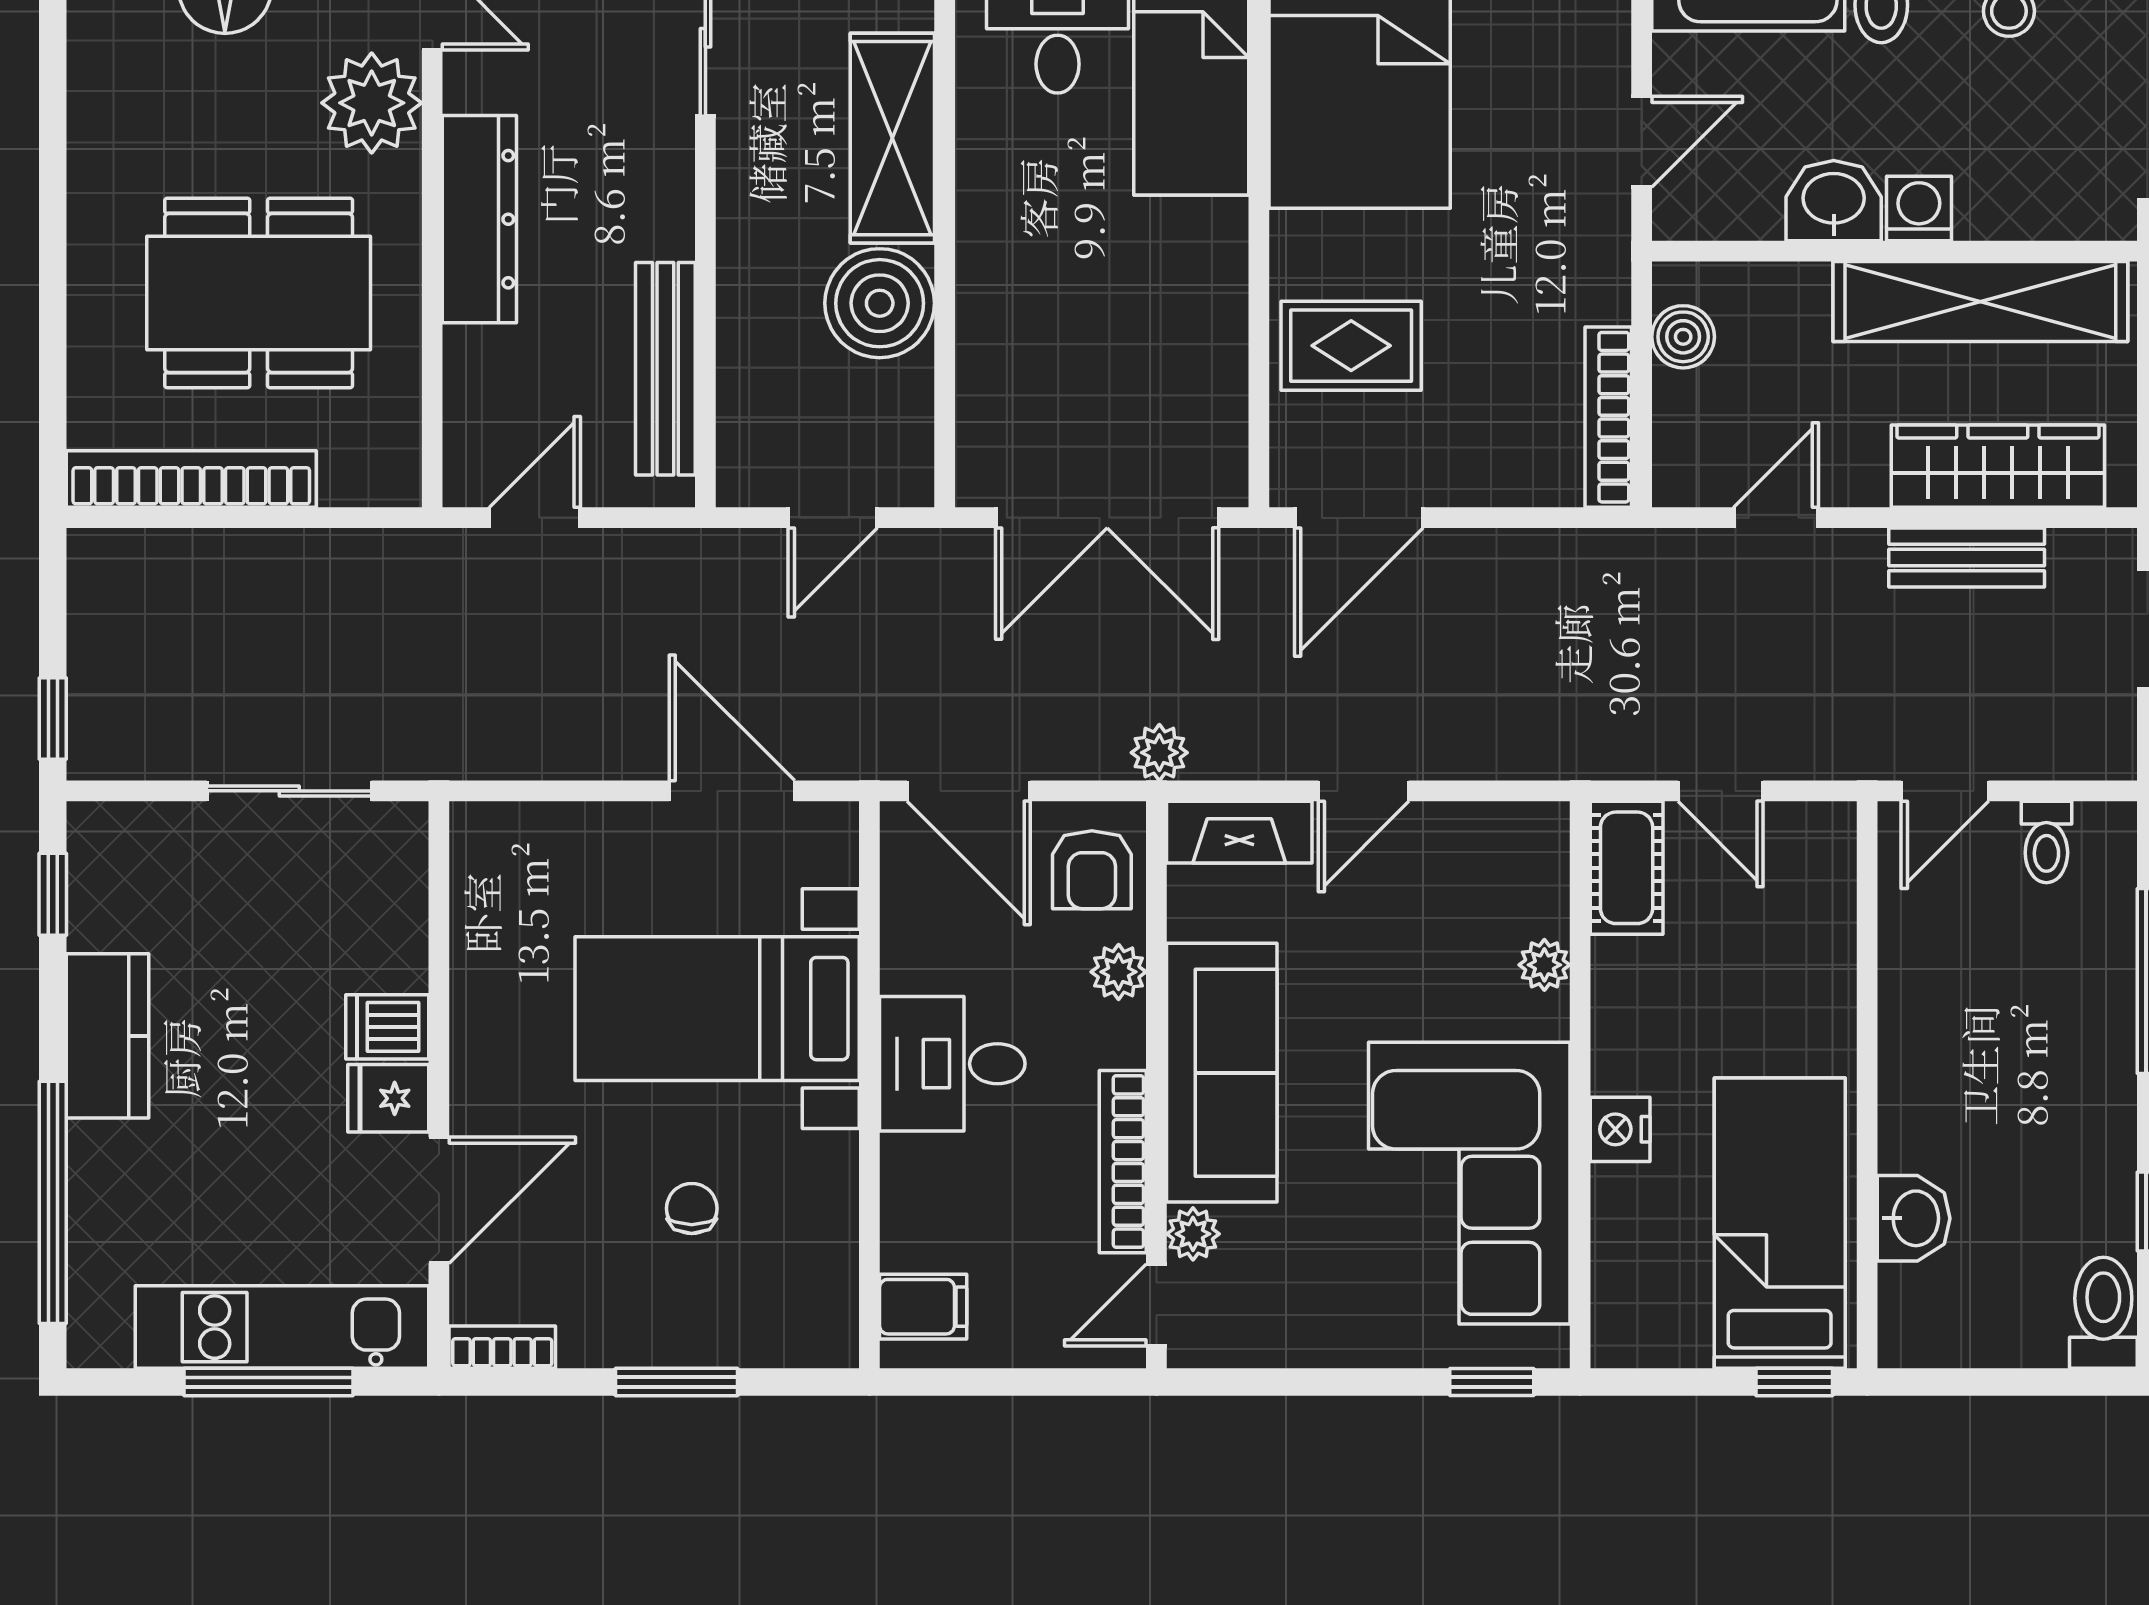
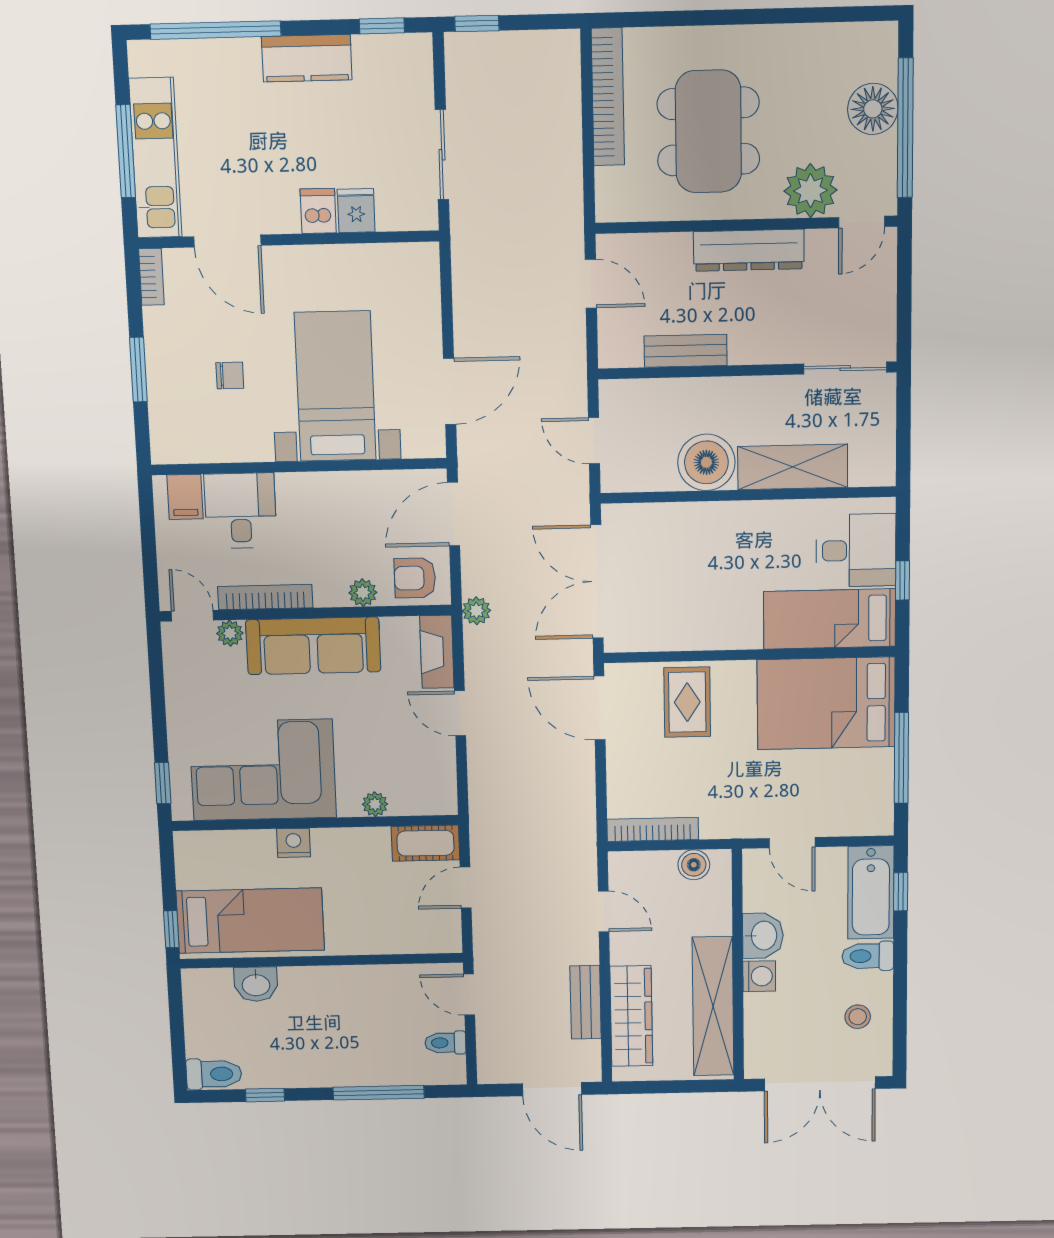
bench: (665, 369) -> (686, 351), width x0.73
desk: (952, 1064) -> (240, 511), moved
fridge: (388, 1098) -> (356, 211), moved

